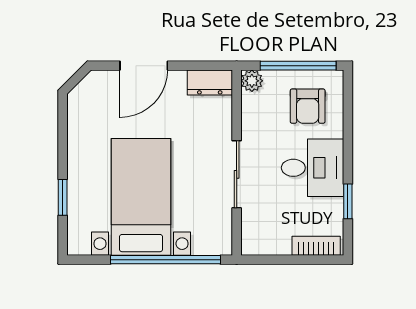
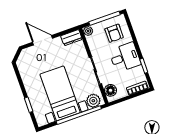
door: (144, 66) -> (42, 40), swing flipped
floor lamp: (255, 230) -> (110, 90), added
plant: (209, 239) -> (93, 101), added

